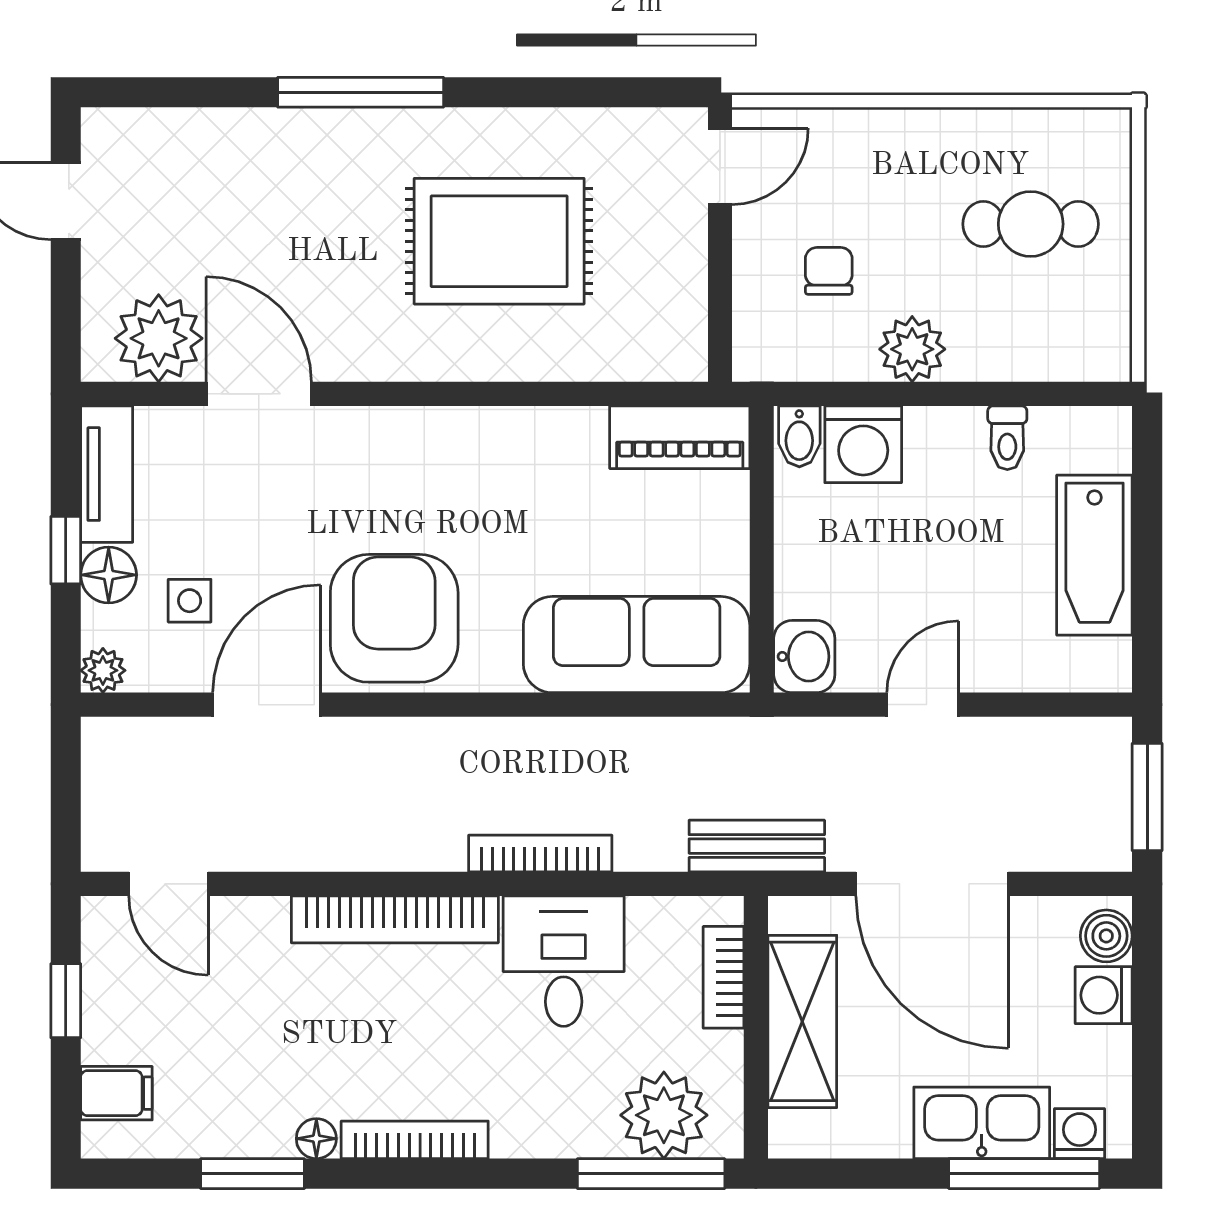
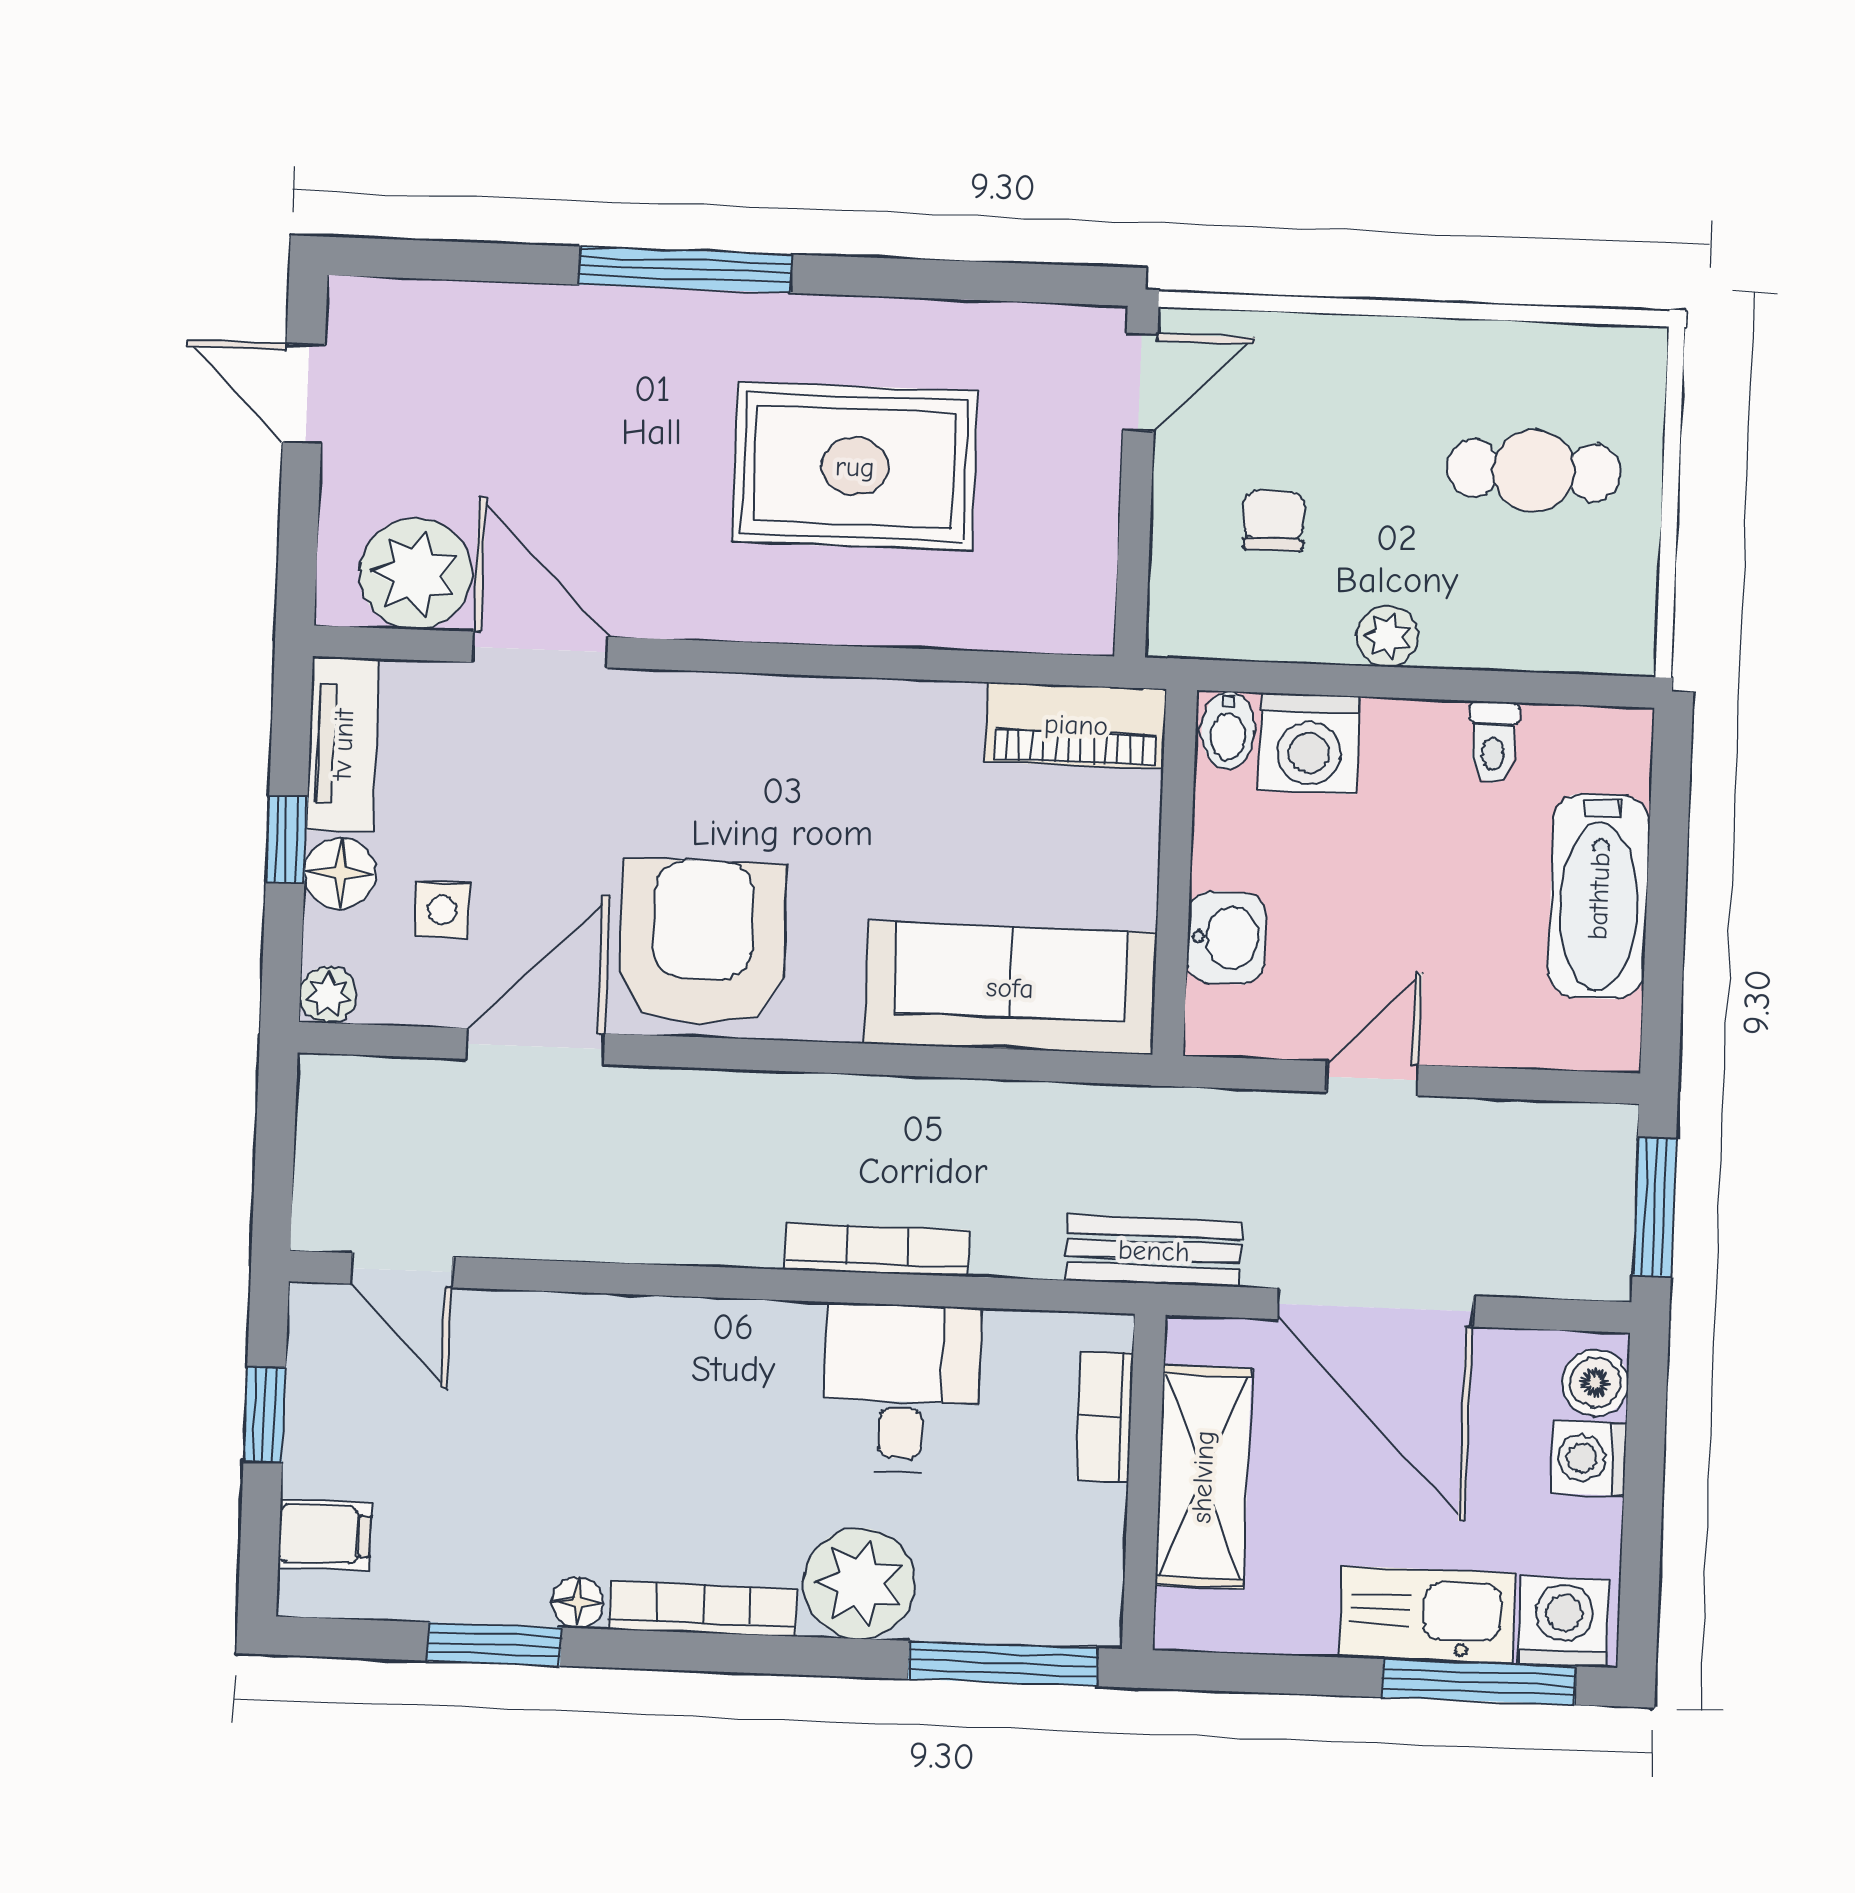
plant: (912, 349) -> (1387, 636), width x0.73, depth x0.73
washbasin: (804, 657) -> (1227, 938), moved
bookcase: (395, 919) -> (688, 1327), removed
plant: (664, 1115) -> (860, 1583), moved
washing machine: (1080, 1134) -> (1564, 1622), width x1.38, depth x1.38

